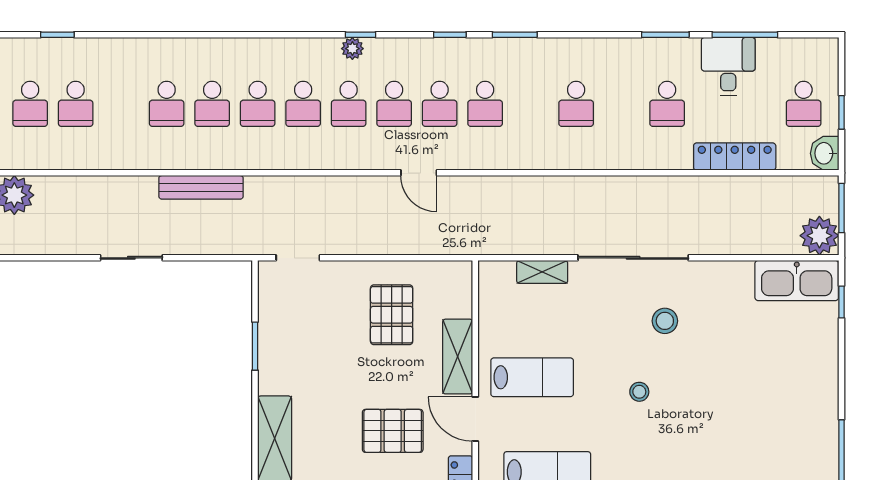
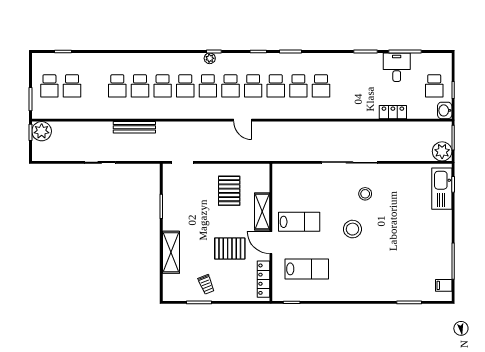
school desk: (667, 104) -> (298, 86), moved
locker: (735, 157) -> (393, 112), width x0.66
shelving: (542, 272) -> (304, 169), removed
kitchen sink: (797, 280) -> (442, 189), moved, turned 90
stool: (639, 392) -> (352, 229), width x1.89, depth x1.89

